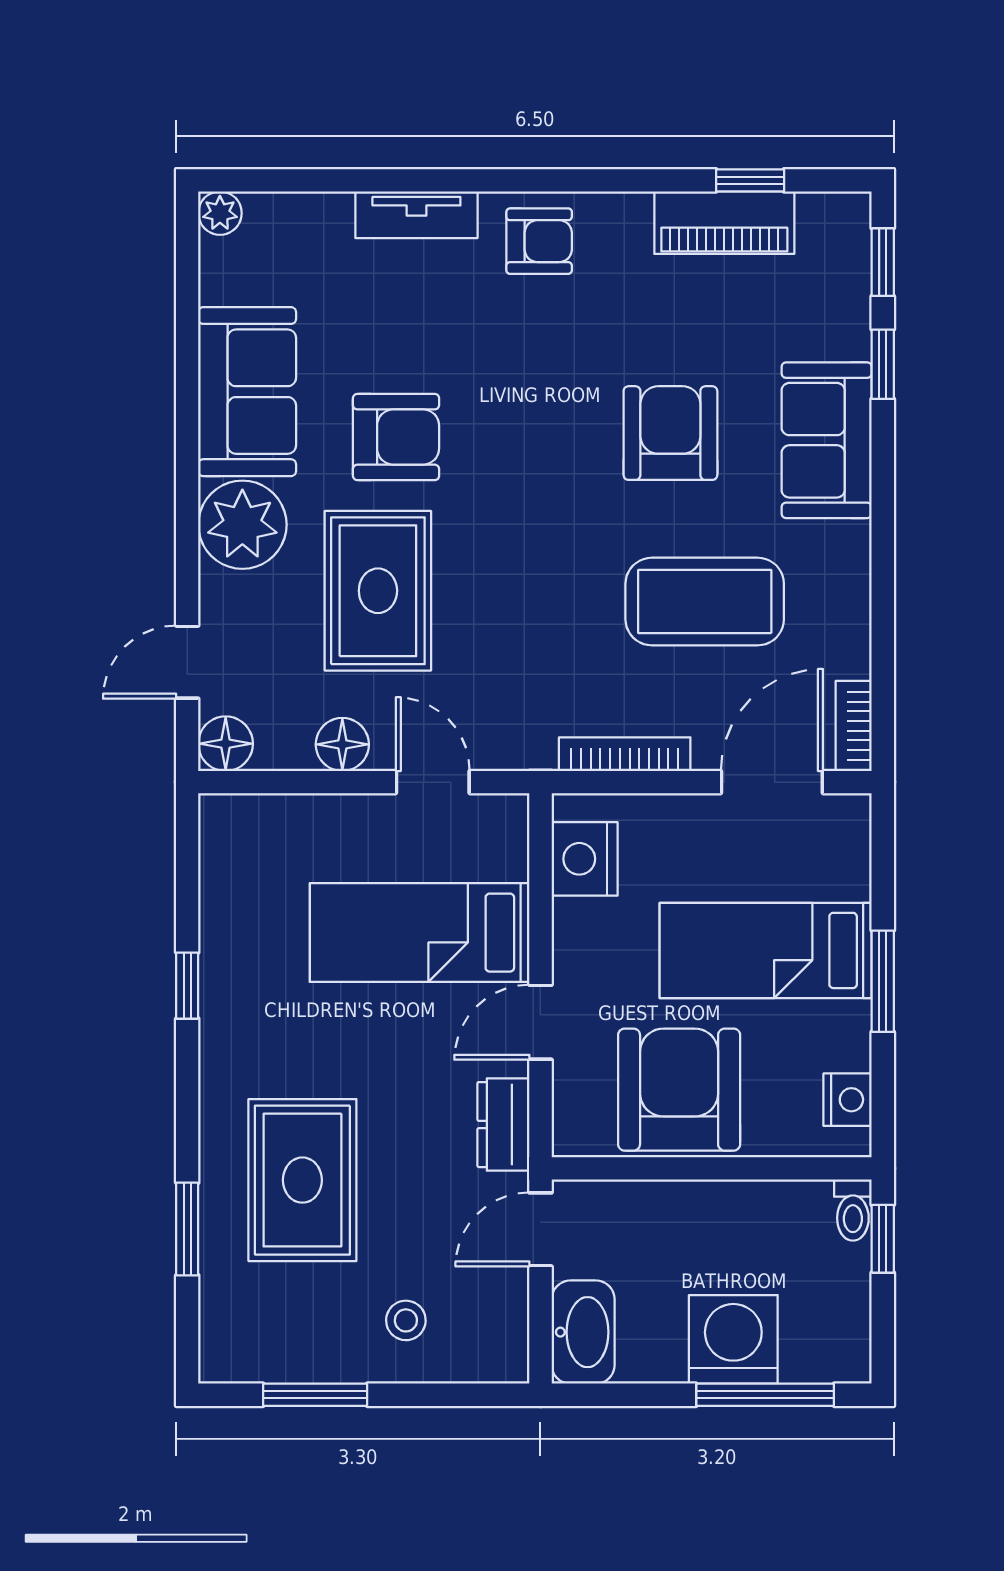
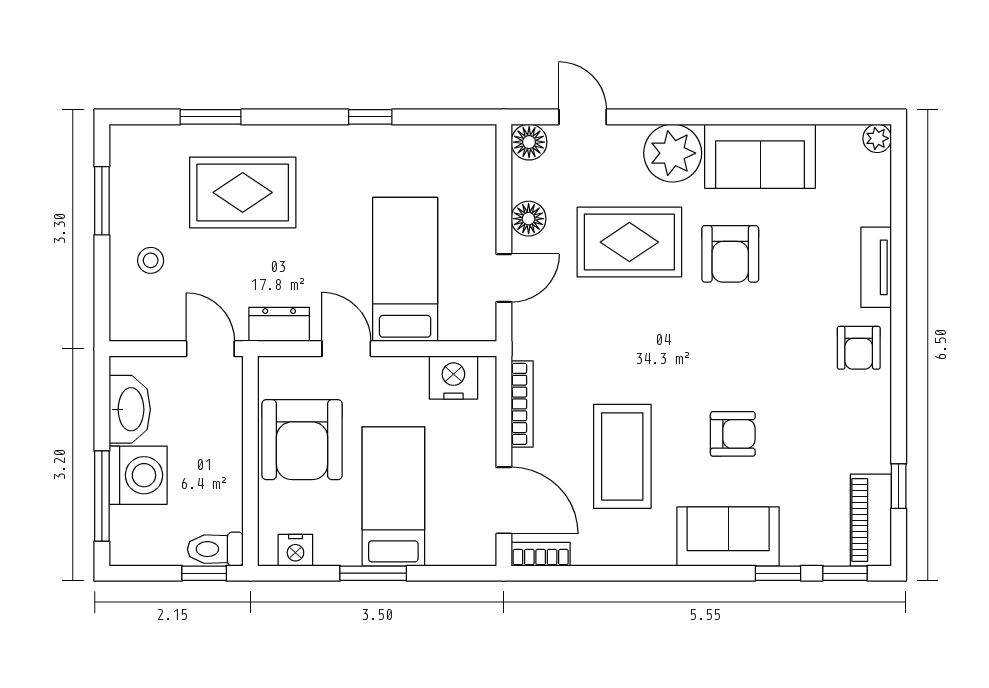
piano: (724, 223) -> (871, 520), moved
armchair: (670, 433) -> (733, 434), width x0.72, depth x0.72
armchair: (679, 1090) -> (302, 440), turned 90
toilet: (853, 1210) -> (215, 549), width x1.37, depth x1.39
washbasin: (583, 1332) -> (130, 409), moved, turned -90

